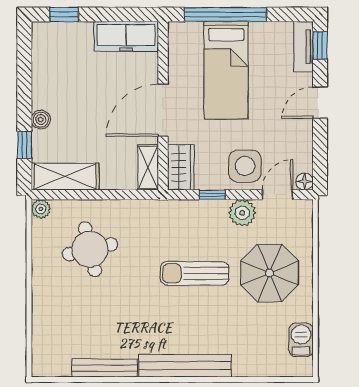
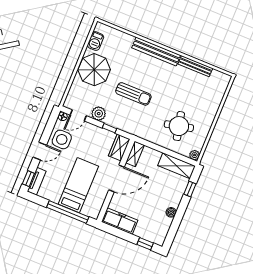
boiler: (41, 119) -> (171, 212), moved
side table: (245, 166) -> (62, 139), moved
parasol: (270, 273) -> (94, 70), moved

